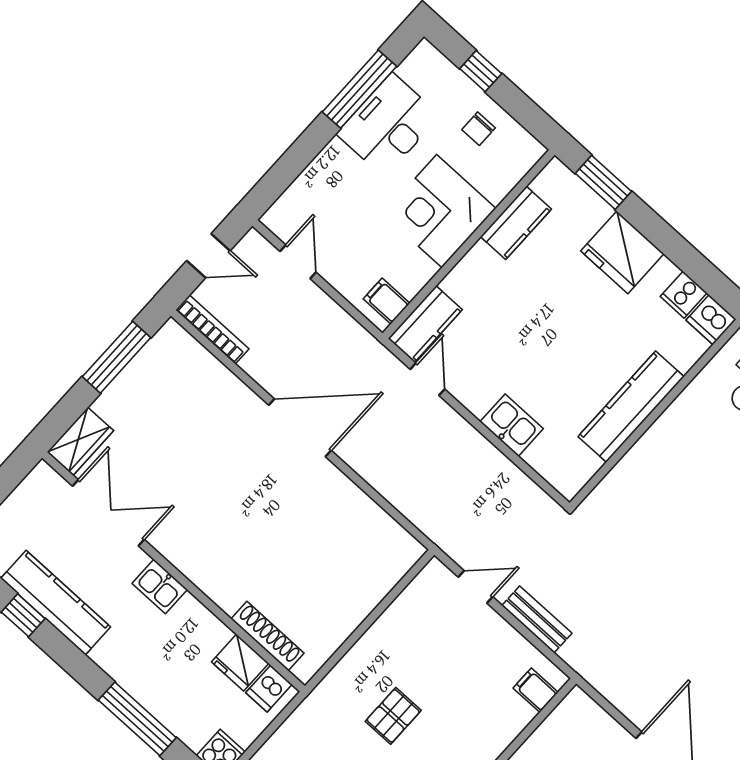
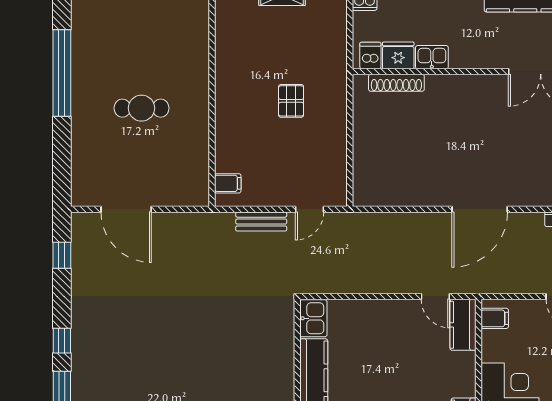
kitchen sink: (512, 425) -> (313, 318), moved, turned -90
kitchen sink: (160, 586) -> (432, 57), moved

